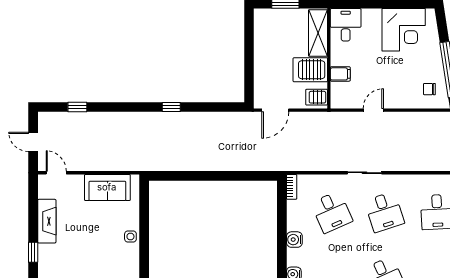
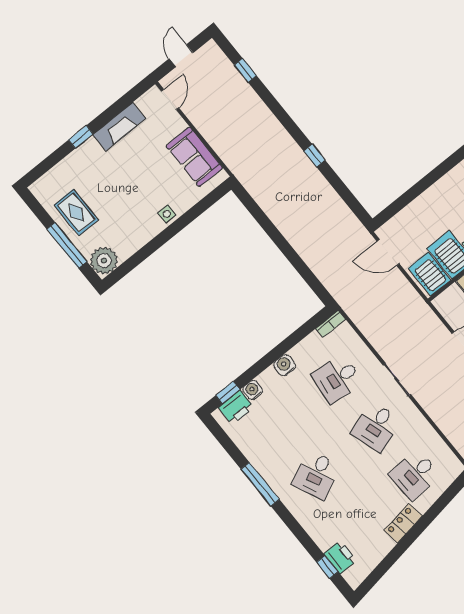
server rack: (317, 97) -> (430, 274), width x1.36, depth x1.44
desk: (332, 212) -> (337, 379), turned 30

